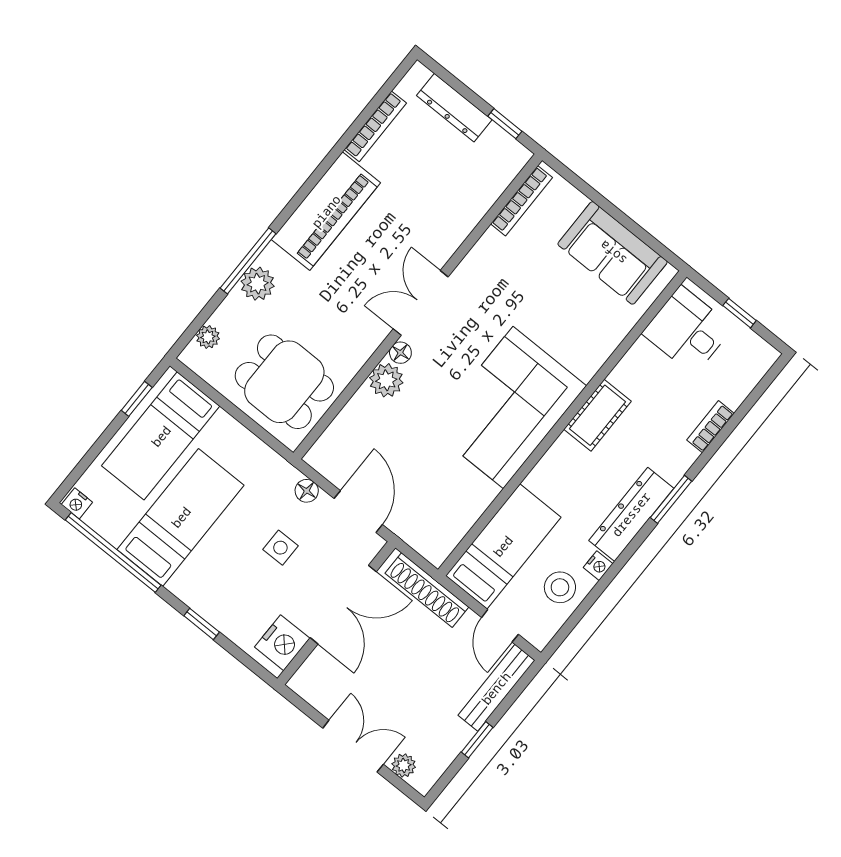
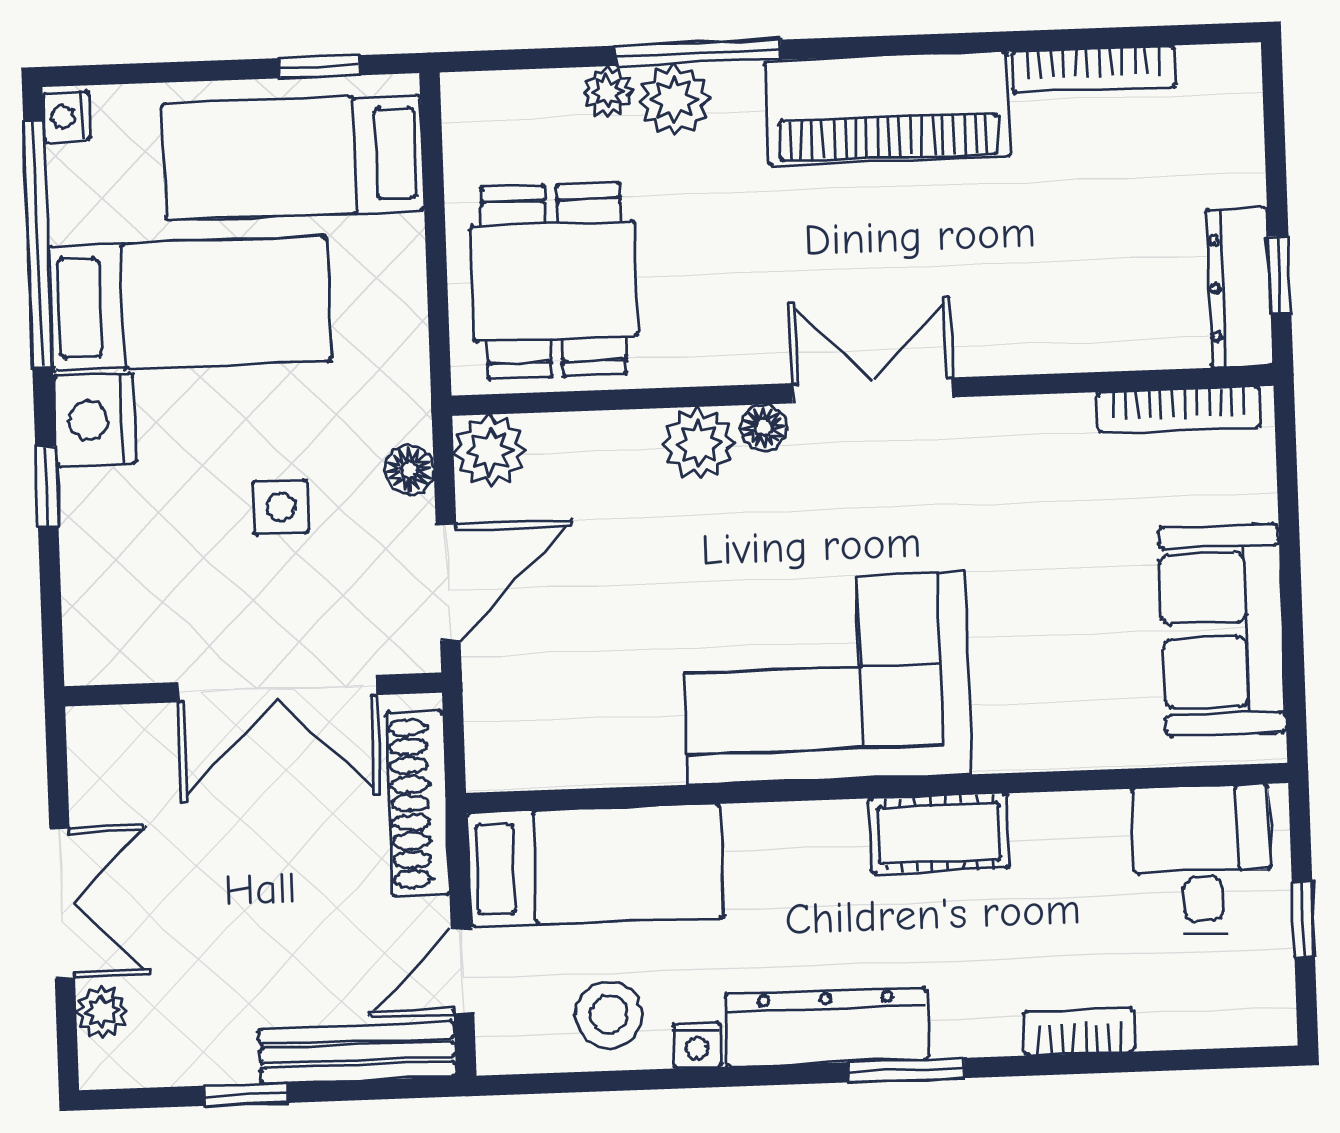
dresser: (454, 108) -> (1239, 288), moved
plant: (208, 337) -> (607, 91), moved
plant: (325, 456) -> (490, 451), added
nightstand: (282, 643) -> (95, 420), moved, turned 90

